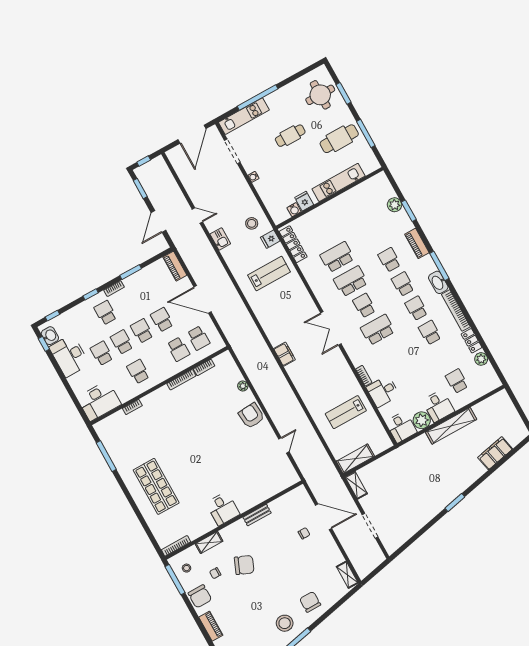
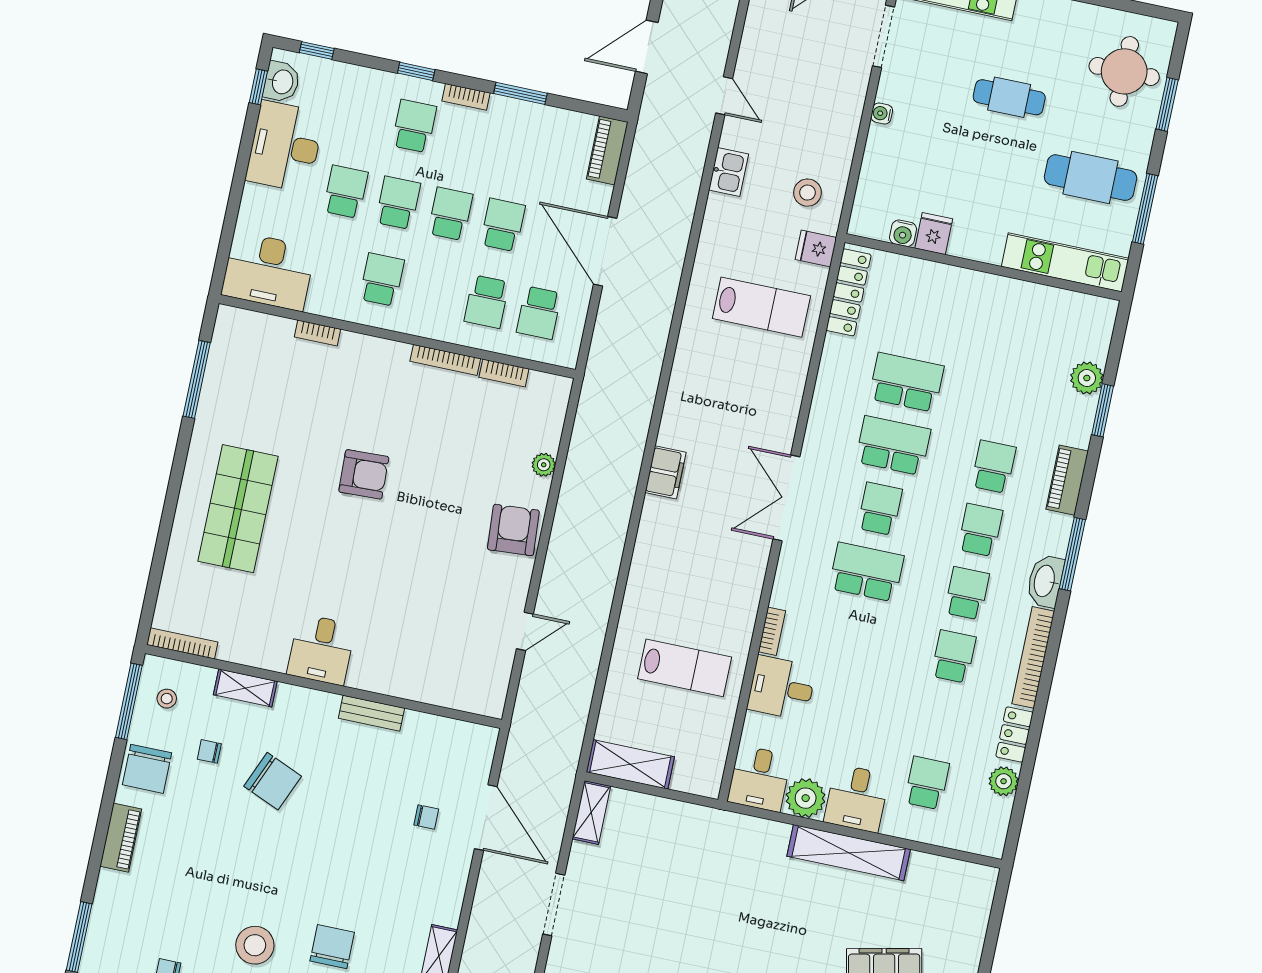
kitchen unit: (339, 182) -> (1065, 262), moved
lab bench: (346, 412) -> (685, 668), turned 180
armchair: (187, 440) -> (364, 474), added

